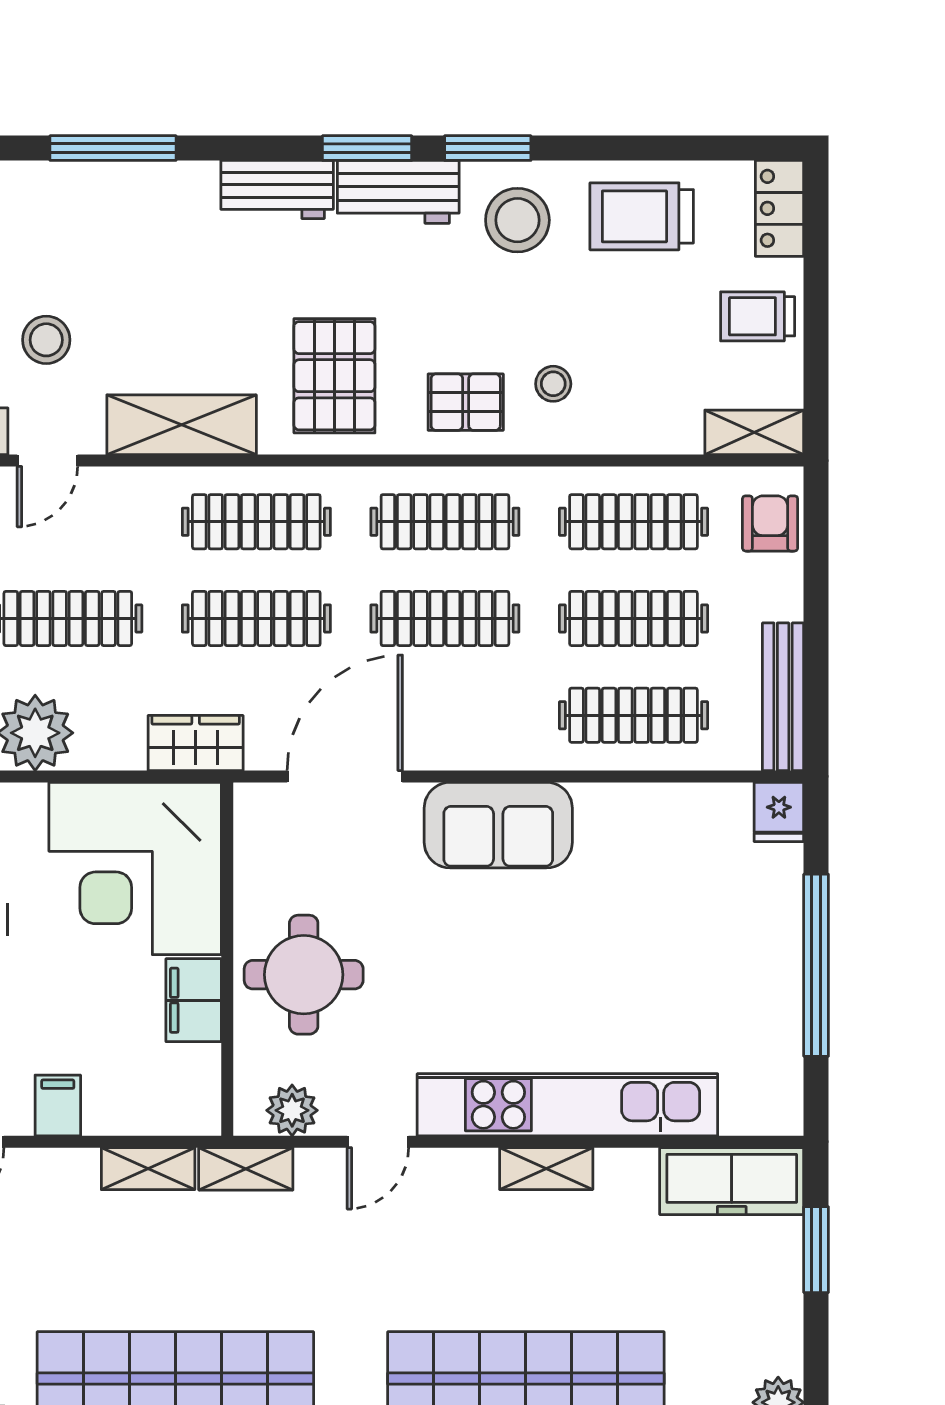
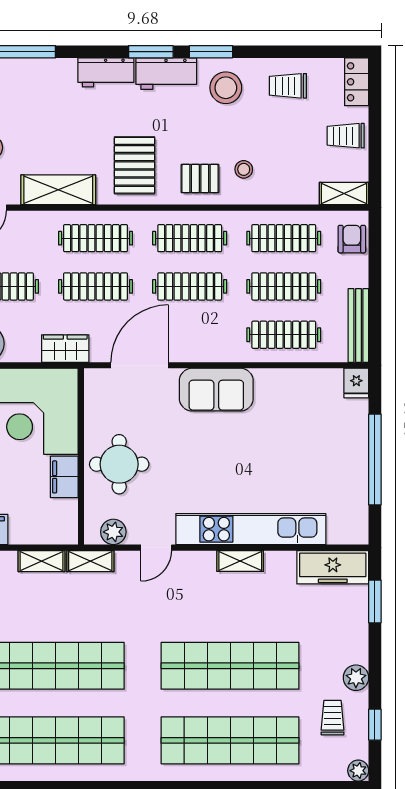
trolley: (642, 216) -> (288, 86), width x0.73, depth x0.72

